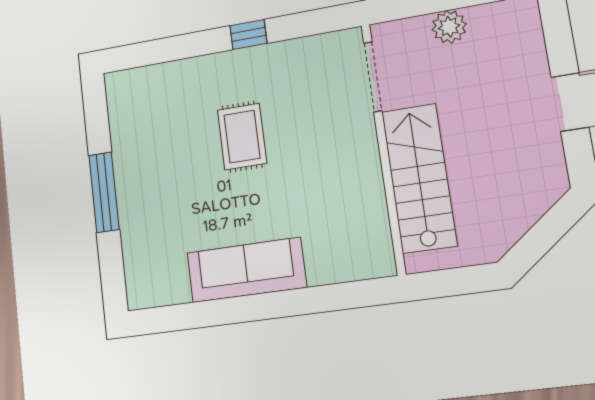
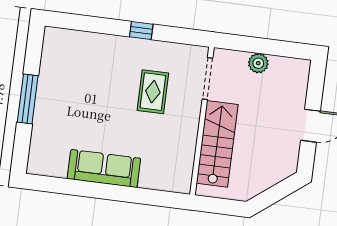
rug: (242, 137) -> (153, 92), moved

